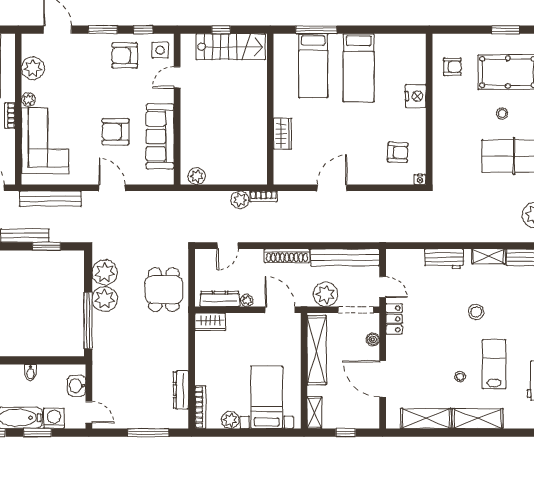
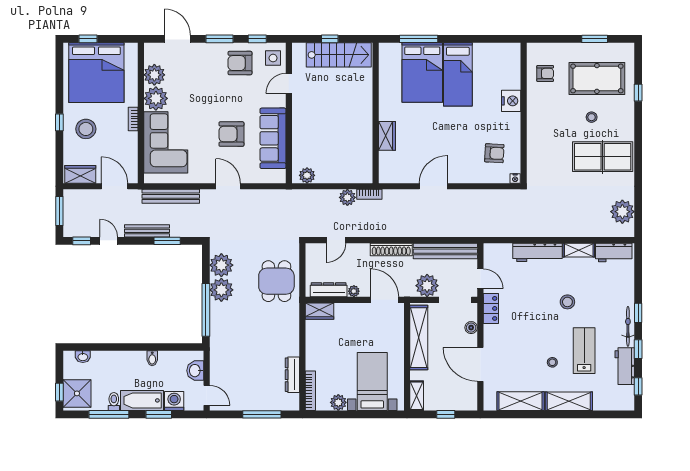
bed: (313, 66) -> (422, 72), width x1.50
plant: (28, 100) -> (156, 98), width x1.88, depth x1.88
workbench: (444, 259) -> (537, 252), width x1.38

